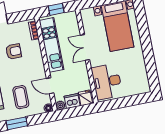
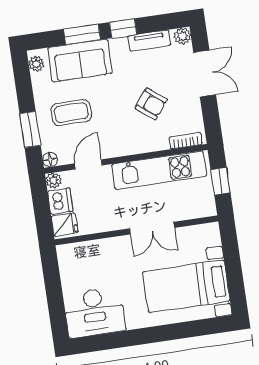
double door: (85, 47) -> (152, 228), swing flipped
armchair: (14, 51) -> (151, 104), turned -52
desk: (107, 82) -> (94, 312), moved, turned 180
window: (17, 123) -> (30, 129), moved

